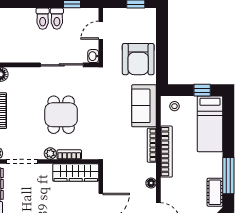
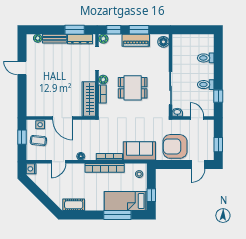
toilet: (43, 19) -> (206, 58), moved
door: (162, 29) -> (198, 165), added
window: (228, 176) -> (117, 215), moved

